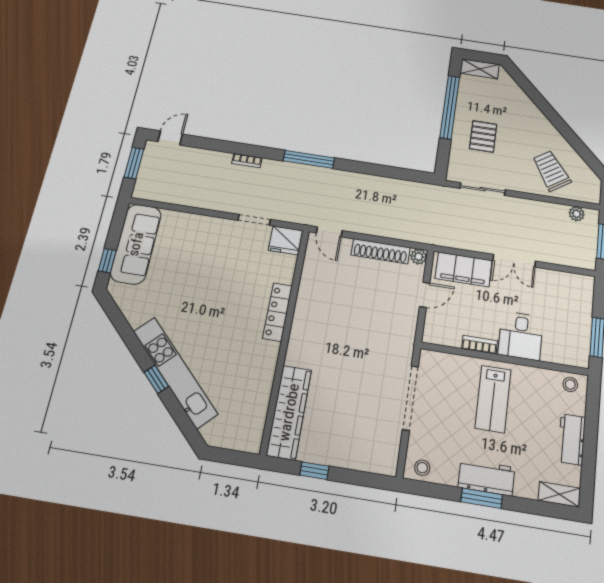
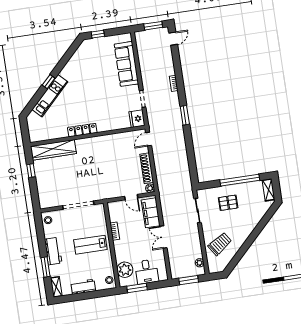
door: (170, 138) -> (173, 39), hinge flipped
window: (309, 159) -> (185, 115), width x0.69
sofa: (136, 244) -> (126, 64), moved, turned 90
locker: (278, 312) -> (82, 130), moved
desk: (521, 336) -> (147, 272), moved, turned -90
plant: (557, 349) -> (125, 270), added
kitchen unit: (175, 372) -> (50, 96), width x0.73
window: (482, 498) -> (46, 267), moved

